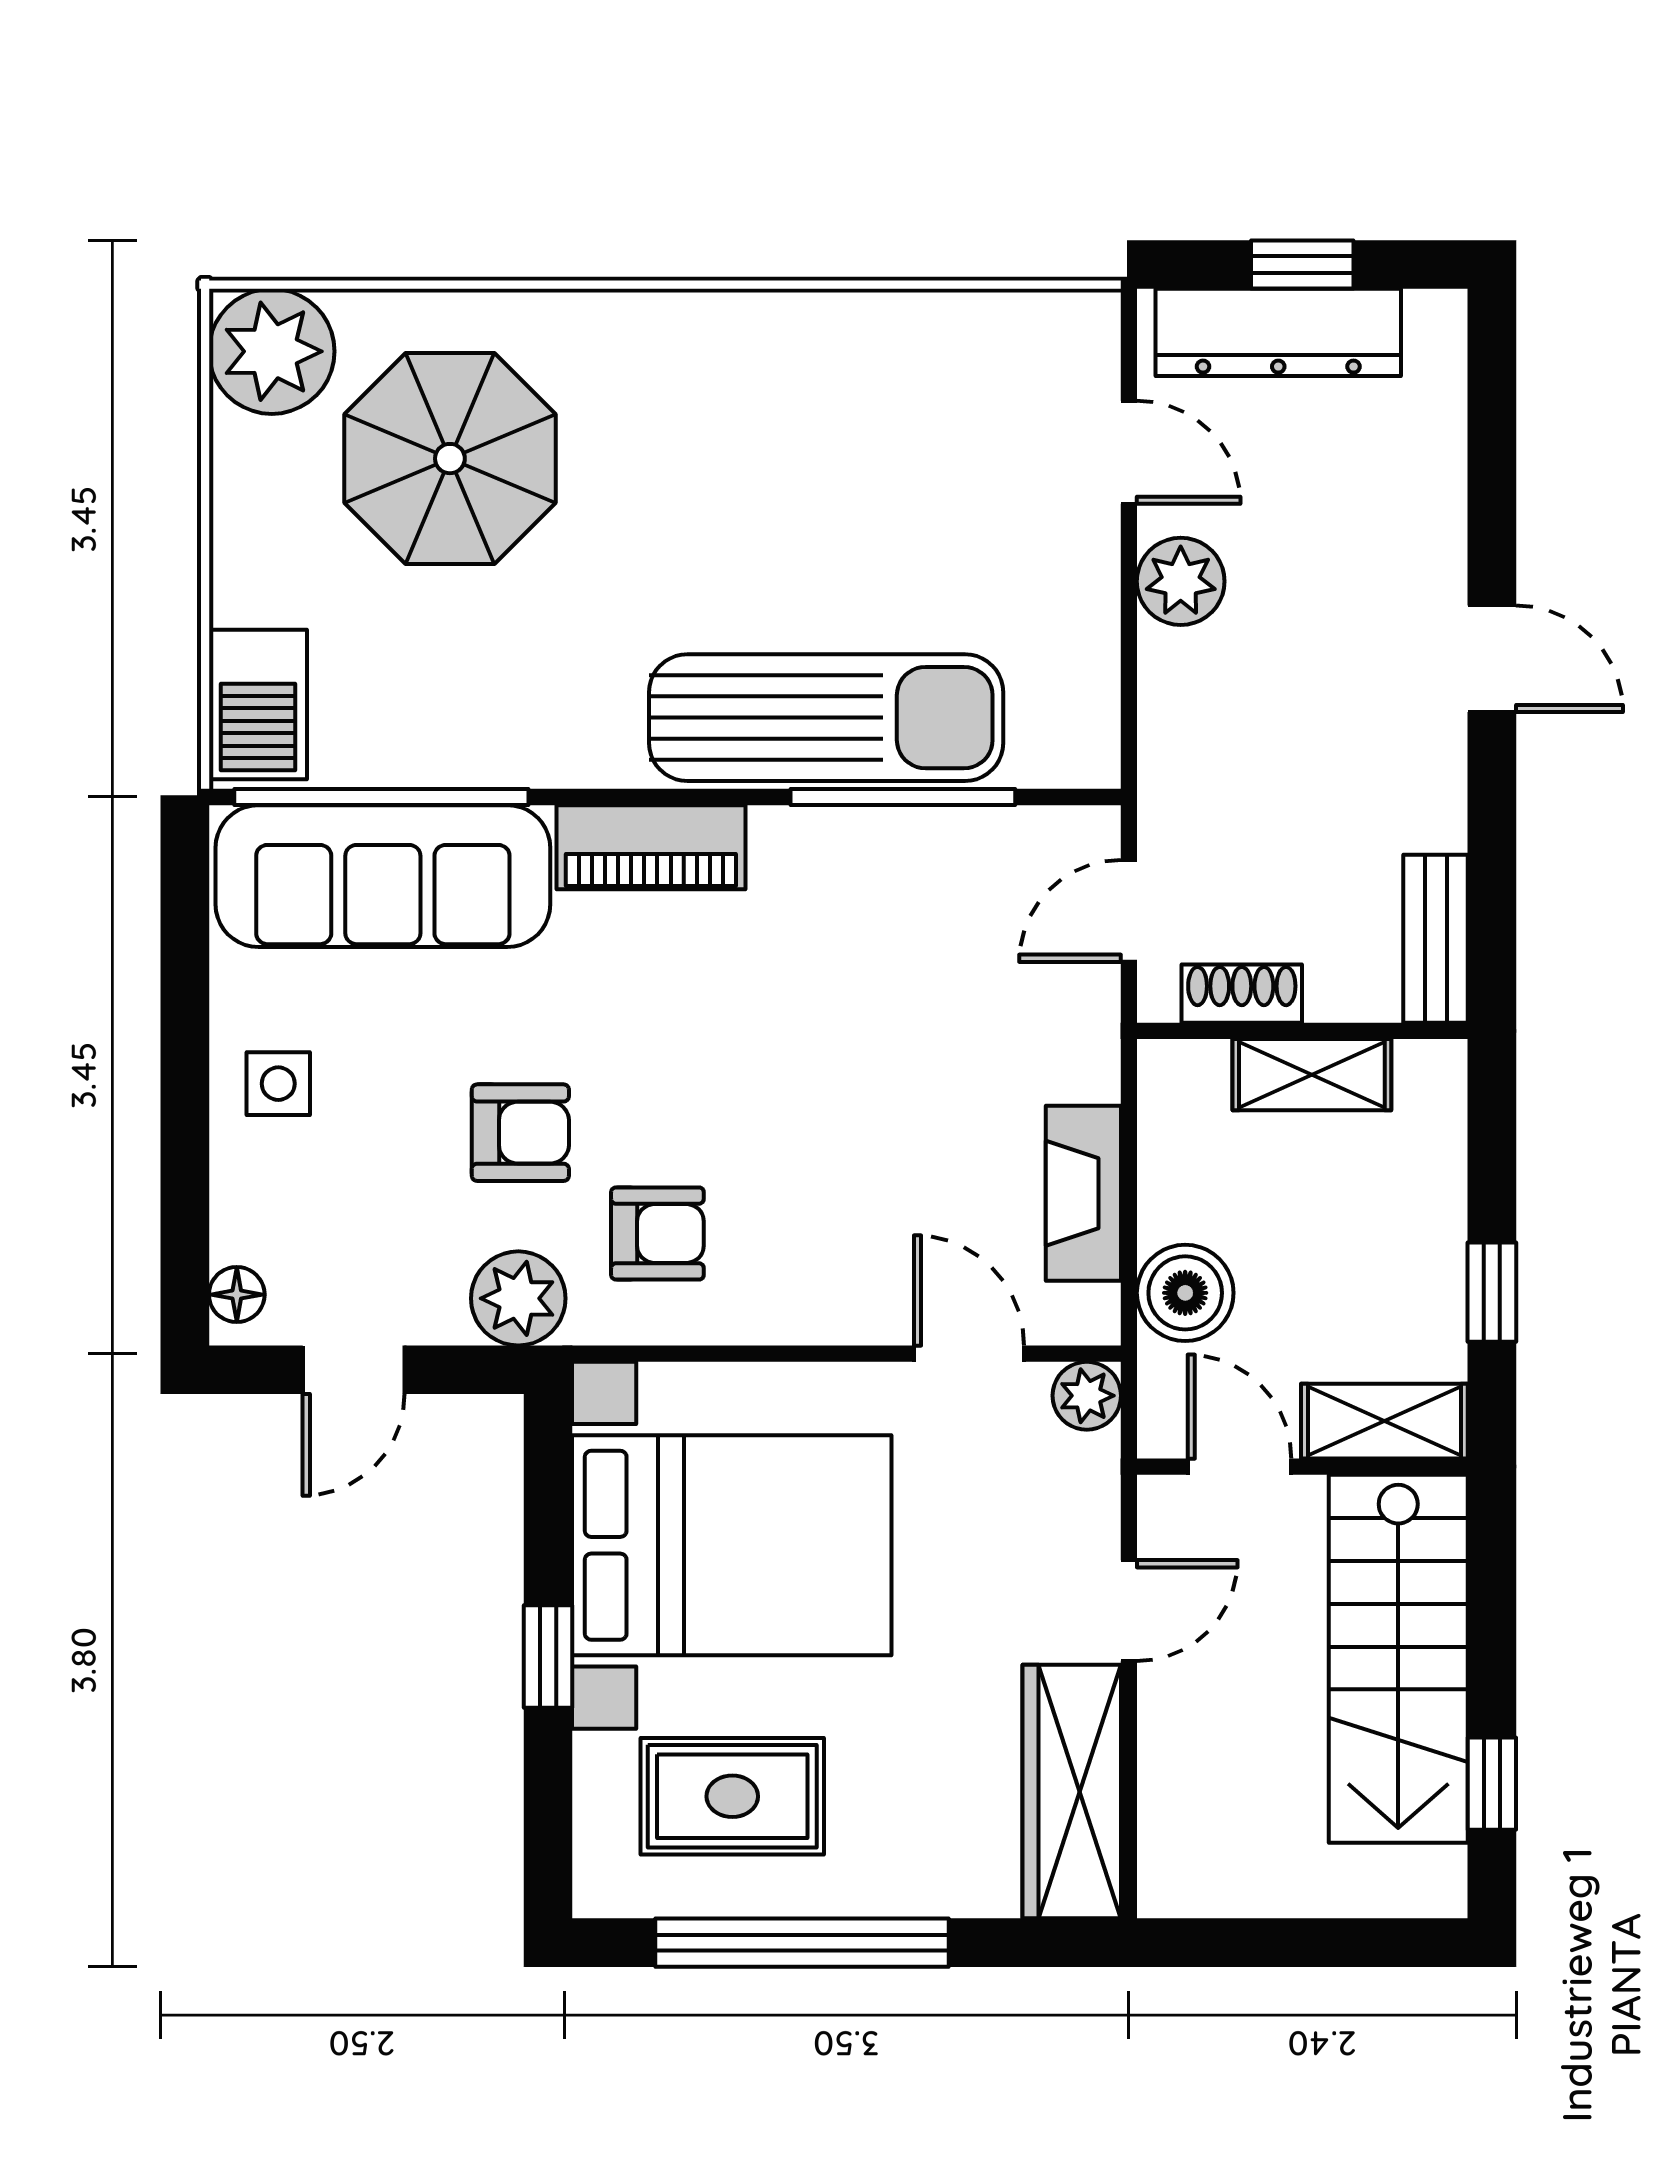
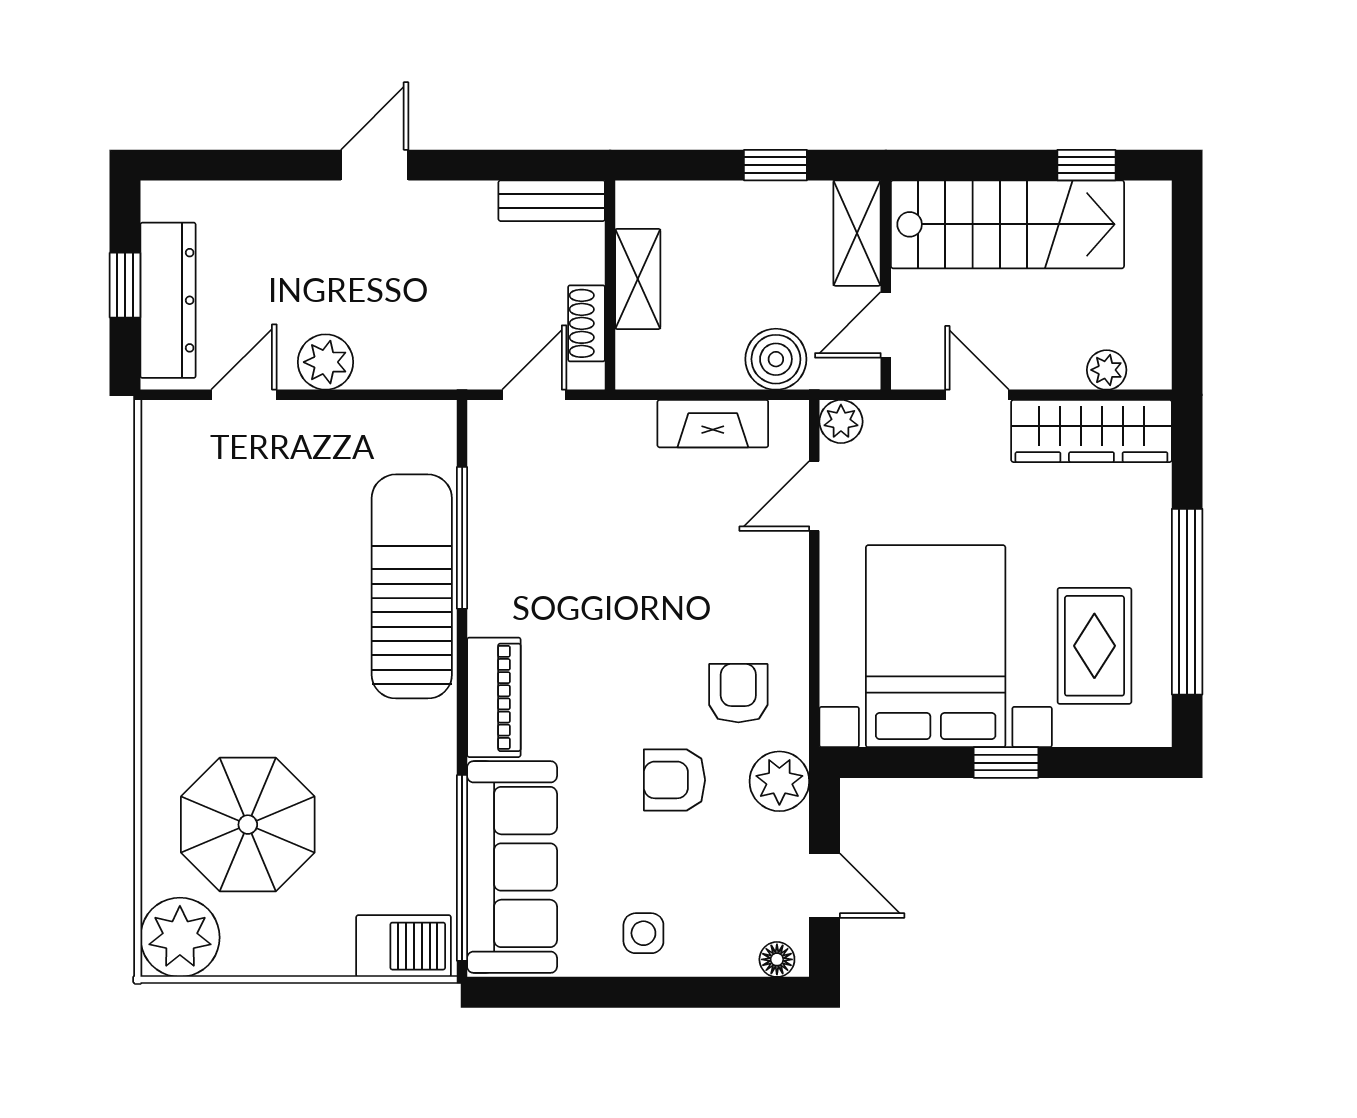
door: (1129, 911) -> (534, 395), swing flipped
armchair: (520, 1133) -> (674, 780), turned -90
plant: (1168, 1815) -> (1107, 370), added

